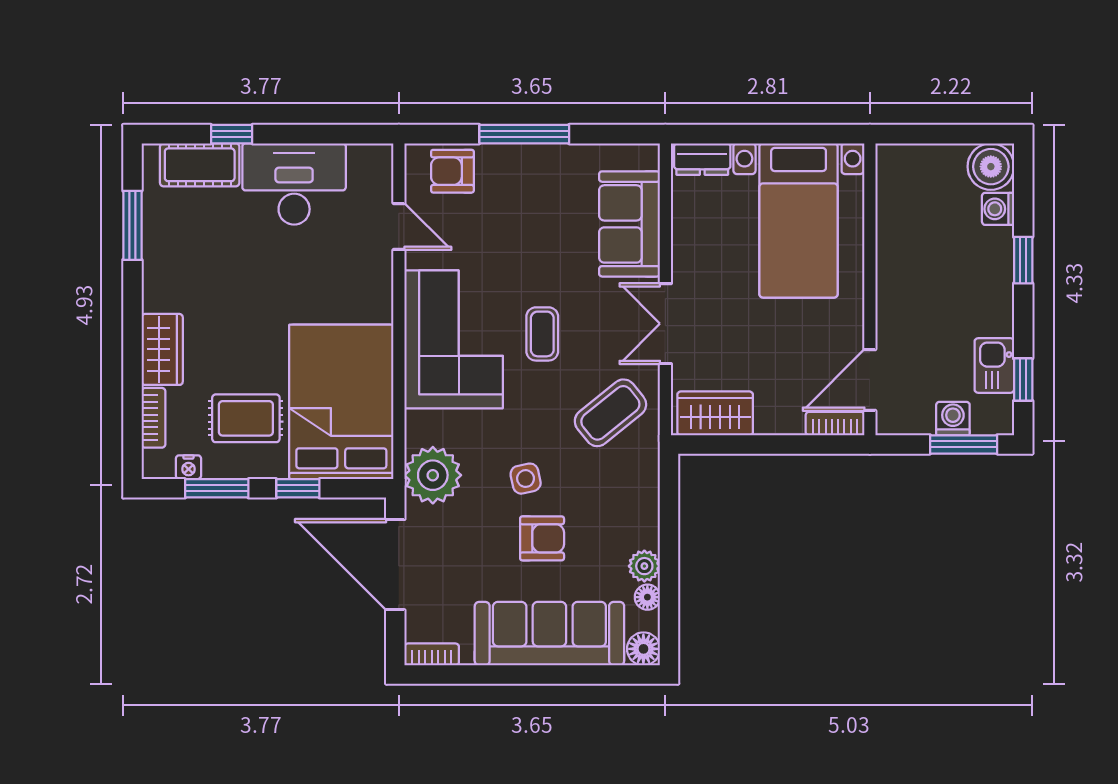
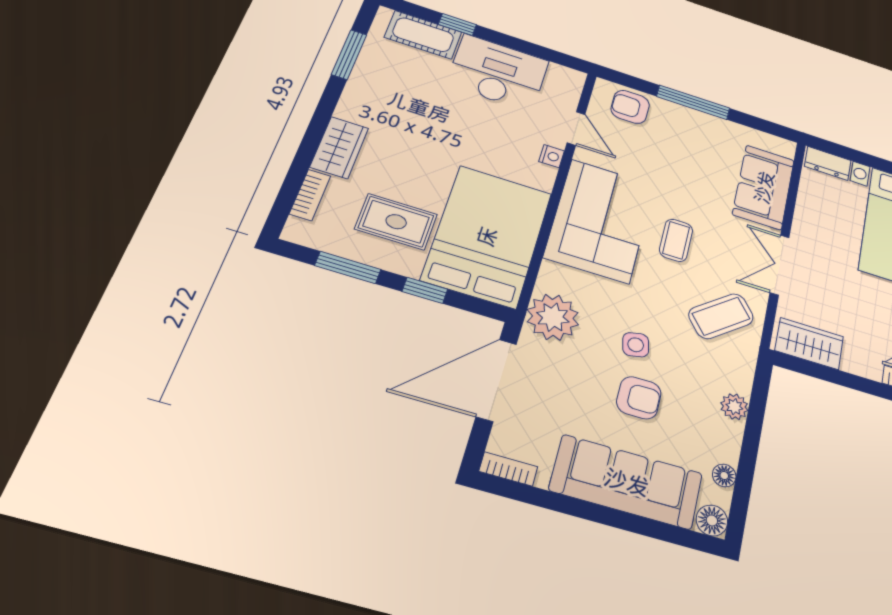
nightstand: (188, 467) -> (552, 156), moved, turned -90
door: (395, 565) -> (496, 380), hinge flipped
plant: (644, 566) -> (734, 407), moved

